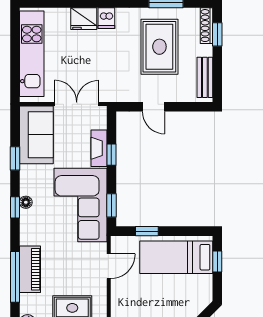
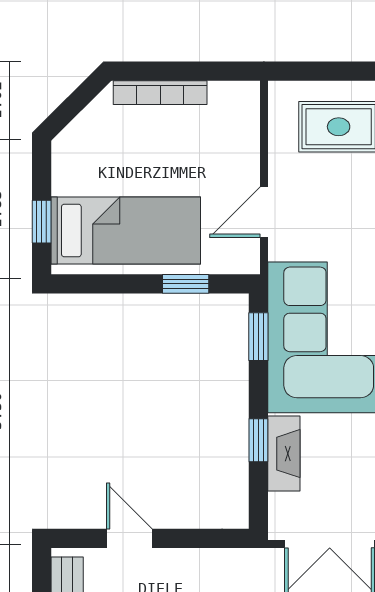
door: (154, 107) -> (129, 538), moved

